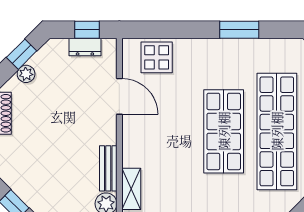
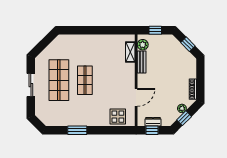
door: (119, 96) -> (136, 97), swing flipped
shop shelf: (224, 131) -> (85, 80), width x0.70, depth x0.74
shop shelf: (277, 131) -> (59, 80), width x0.71

